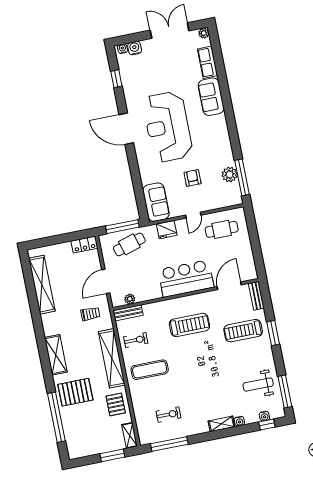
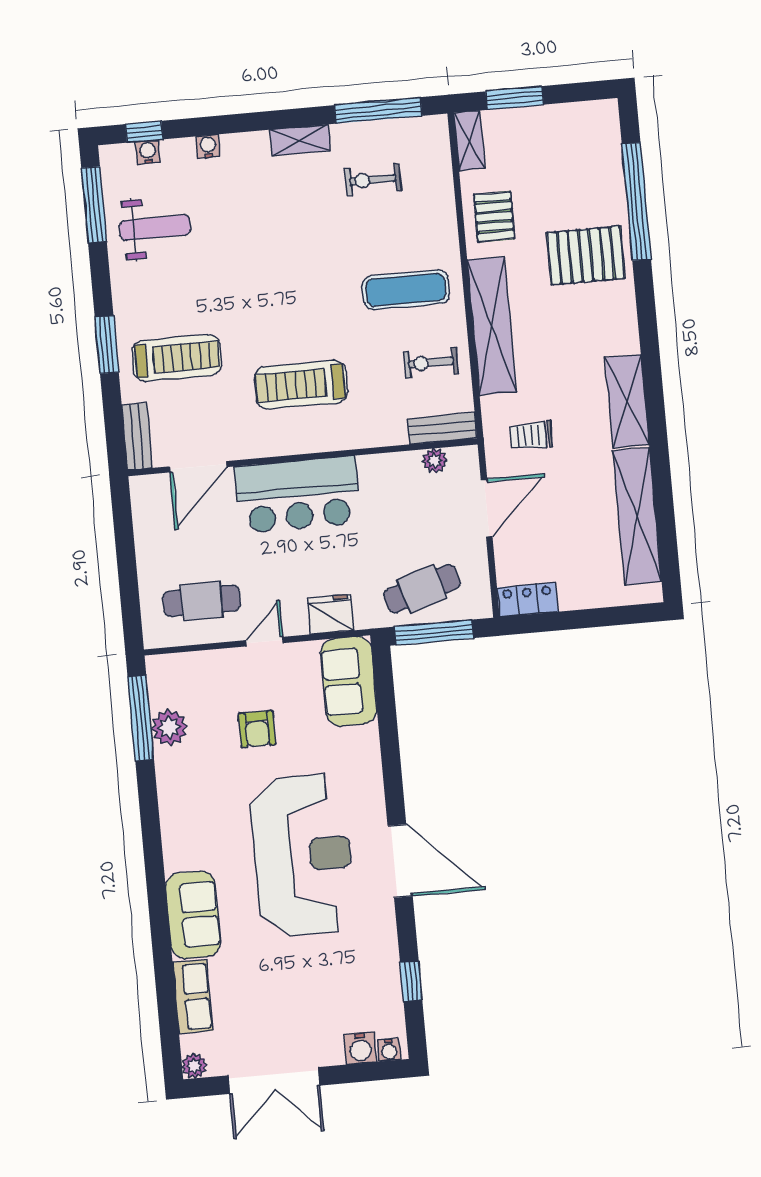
shelving: (56, 355) -> (627, 401), moved
shelving: (221, 424) -> (300, 140), moved

